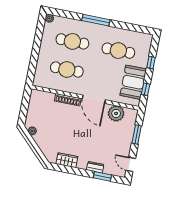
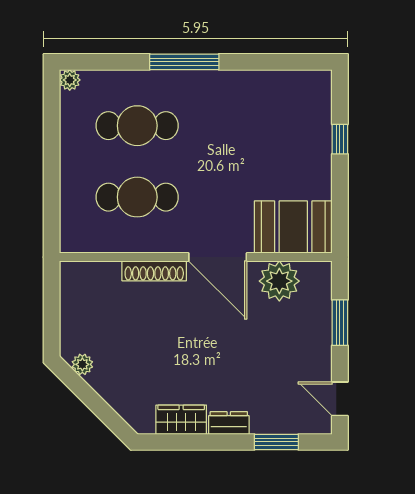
cafe table: (118, 51) -> (254, 126), removed
booth: (133, 82) -> (293, 227), moved, turned 90
window: (146, 89) -> (340, 207), removed
dresser: (95, 167) -> (229, 423), moved

